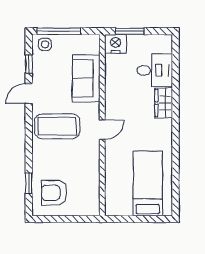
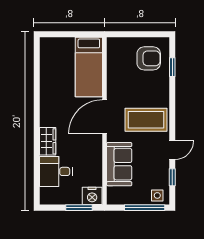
door: (102, 130) -> (104, 117), width x1.88
bed: (148, 183) -> (89, 67), moved

